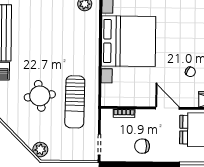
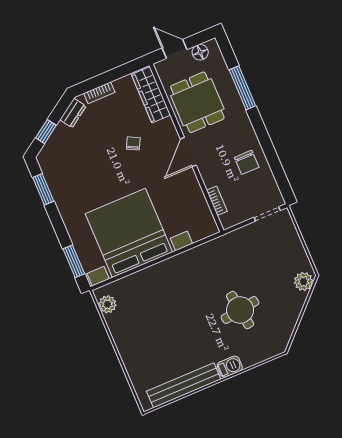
sun lounger: (75, 102) -> (229, 265), removed

